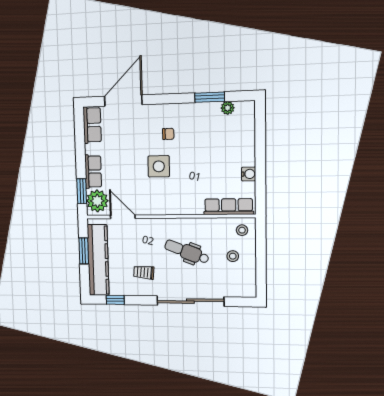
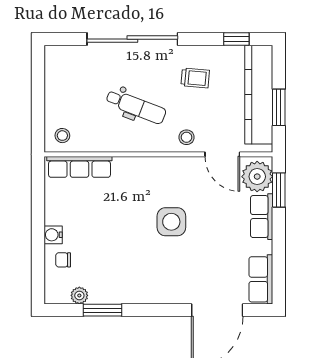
chair: (168, 134) -> (63, 260), moved
water cooler: (249, 174) -> (53, 235), moved
stool: (233, 256) -> (187, 137), moved

